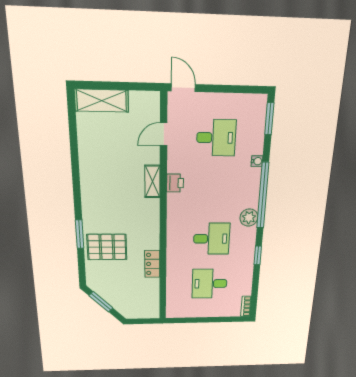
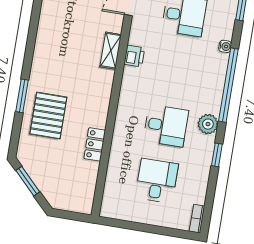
plant: (249, 218) -> (208, 124), moved
pallet: (107, 247) -> (48, 116), turned 90
desk: (210, 284) -> (157, 181), turned 90

